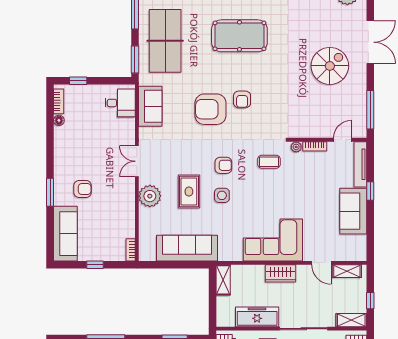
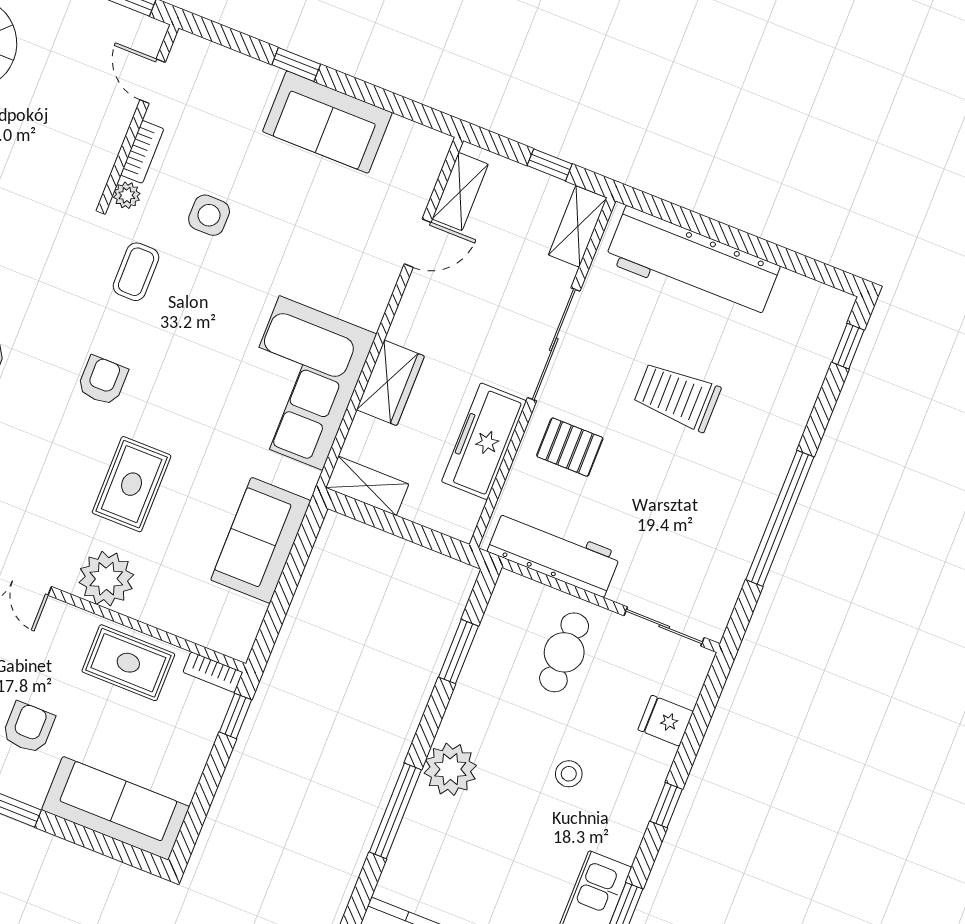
tv unit: (360, 164) -> (226, 63), removed
rug: (189, 192) -> (132, 484), turned 90
side table: (222, 195) -> (209, 215), moved
rug: (122, 217) -> (128, 663), added
corner sofa: (273, 240) -> (301, 383), moved
sofa: (187, 248) -> (261, 540), width x0.73
window: (95, 265) -> (235, 716), moved
wardrobe: (281, 273) -> (390, 383), moved

